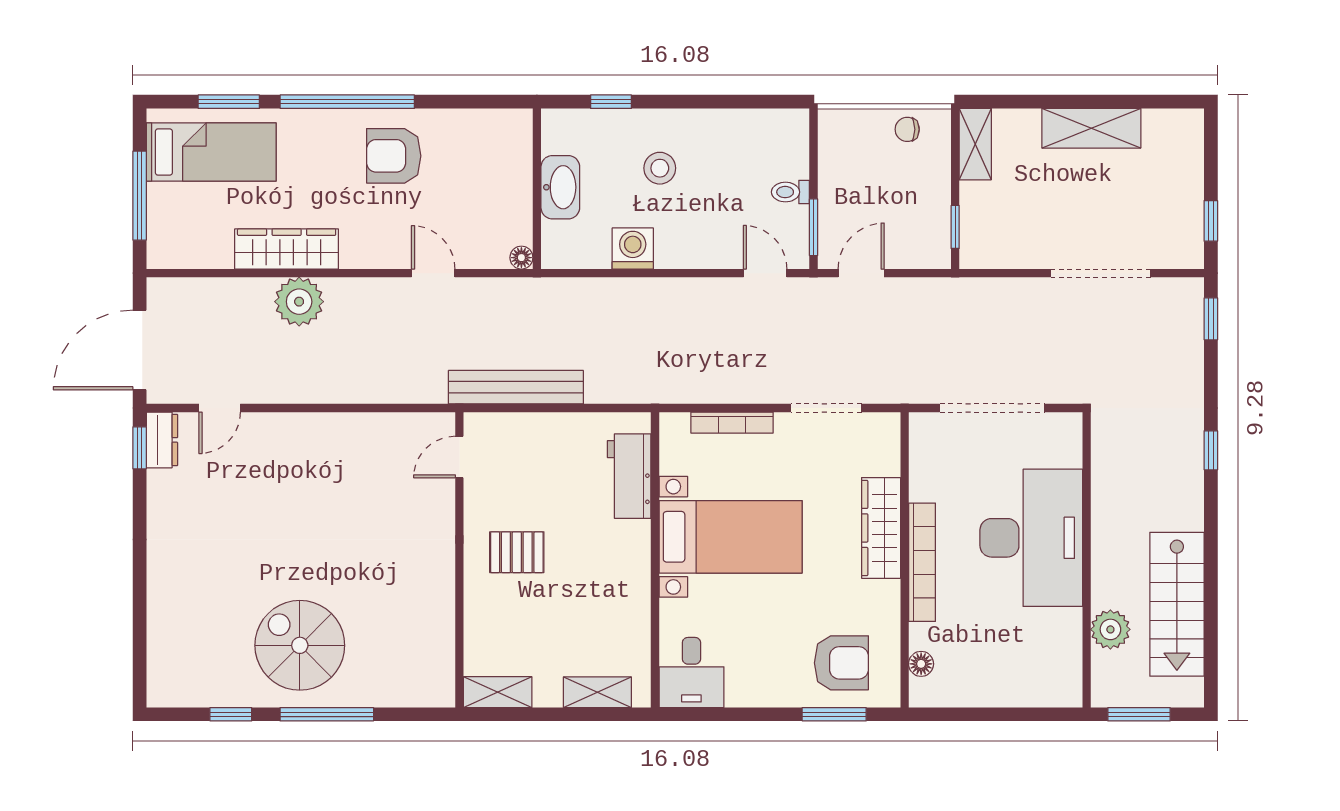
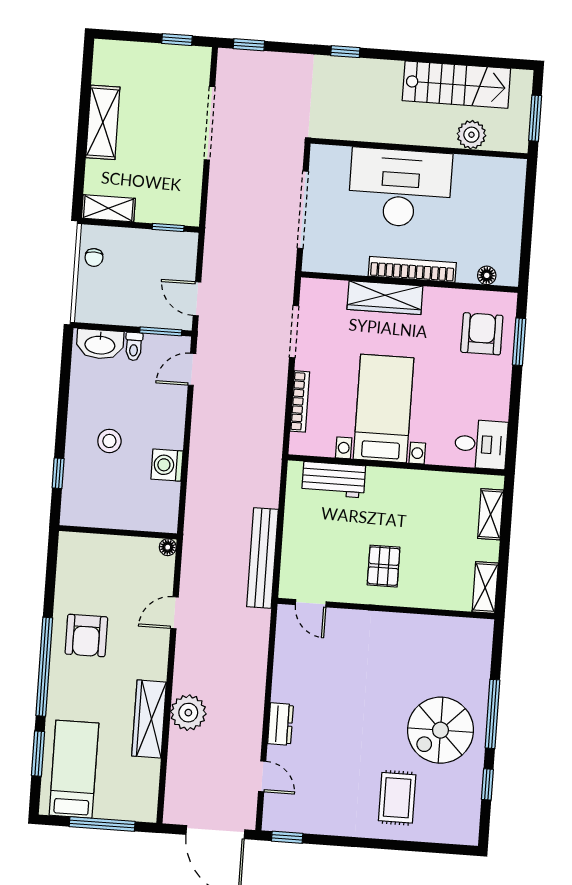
washbasin: (560, 187) -> (100, 344), moved, turned 180
dresser: (162, 440) -> (280, 724), moved, turned 90
rug: (204, 593) -> (397, 798), added

